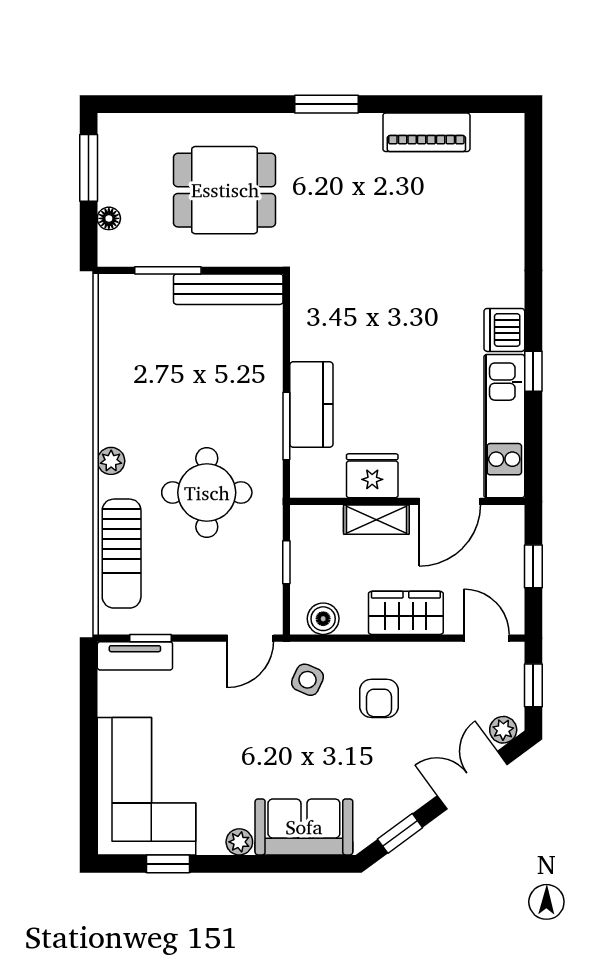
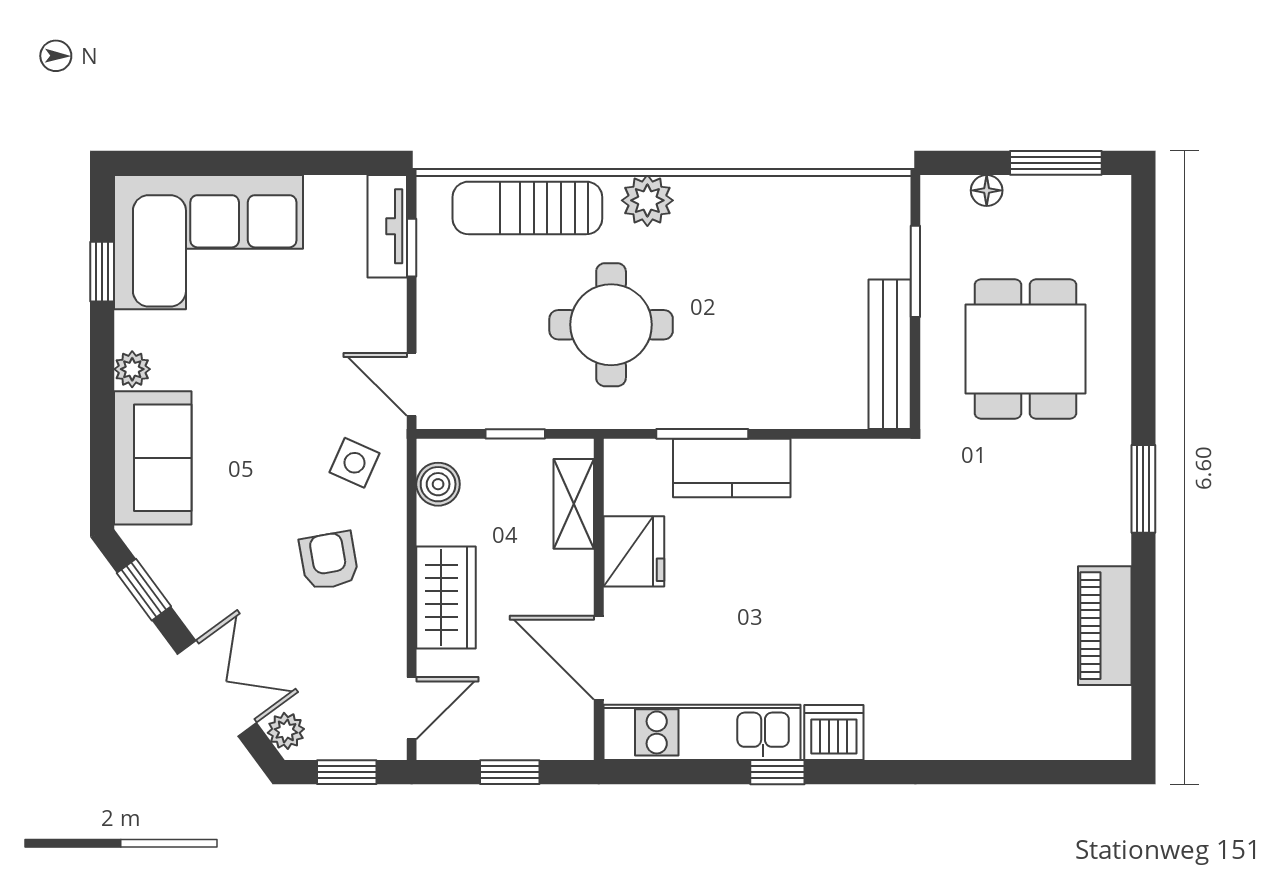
plant: (111, 461) -> (647, 200), width x1.38, depth x1.38
shelving: (376, 520) -> (574, 504), moved
armchair: (379, 698) -> (329, 561), turned 80

